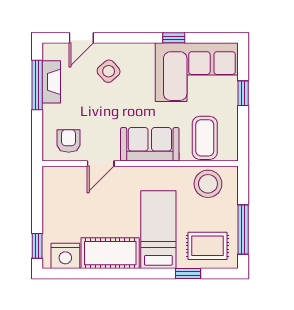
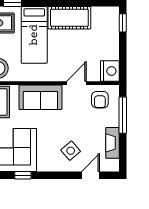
window: (37, 85) -> (123, 115), moved
nightstand: (65, 256) -> (110, 71), moved, turned 90

